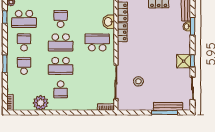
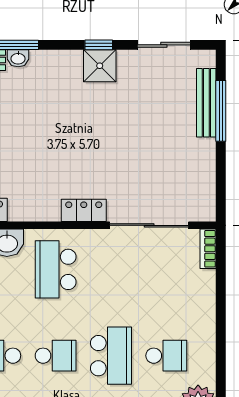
locker: (122, 32) -> (84, 210), moved
school desk: (61, 42) -> (56, 356), width x0.54
stool: (138, 81) -> (147, 172), removed

